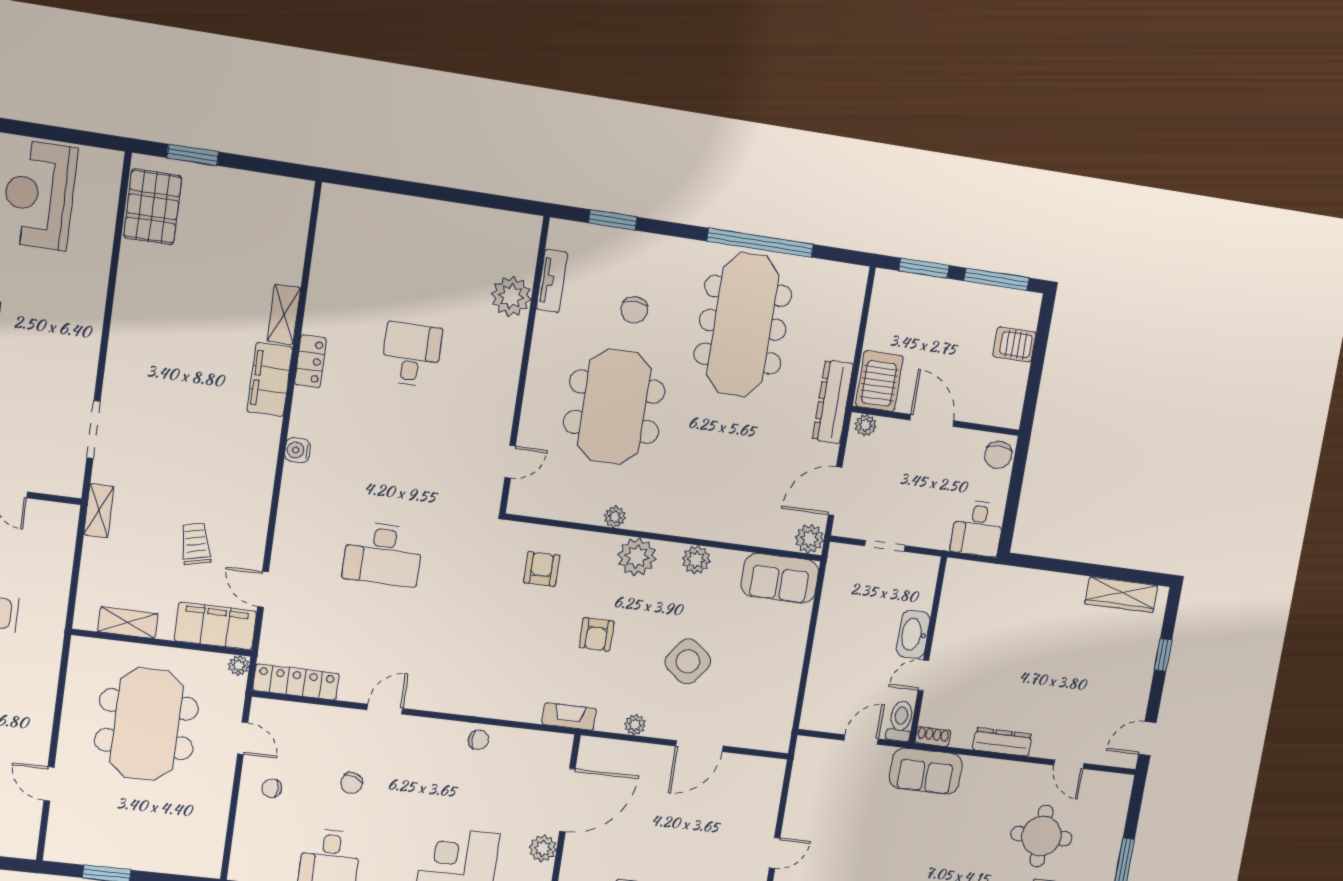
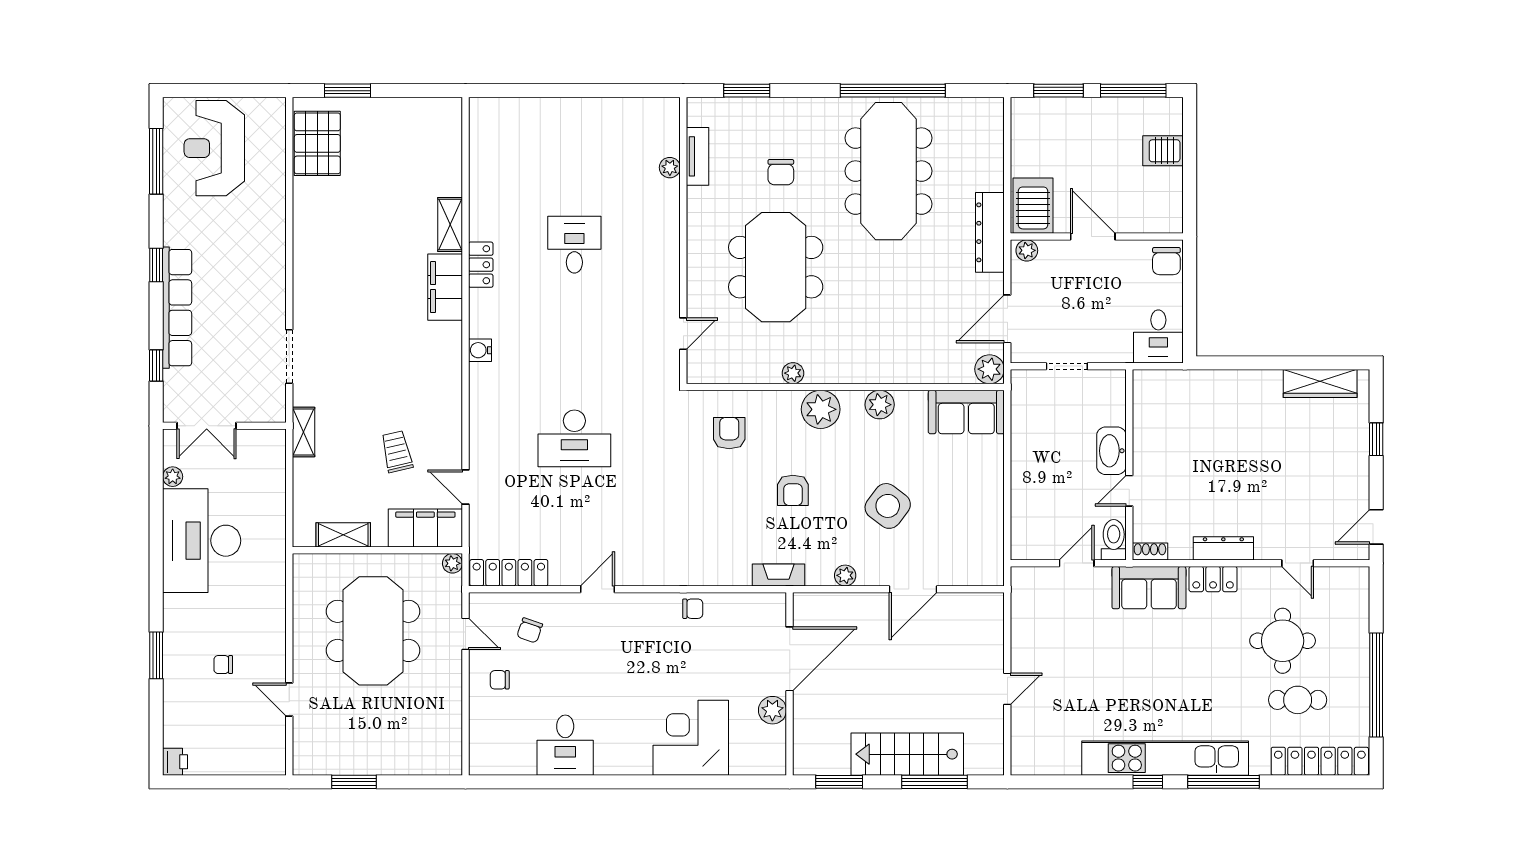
plant: (511, 296) -> (670, 168), width x0.53, depth x0.53
locker: (987, 770) -> (1213, 579), added
chair: (352, 783) -> (530, 630), moved

